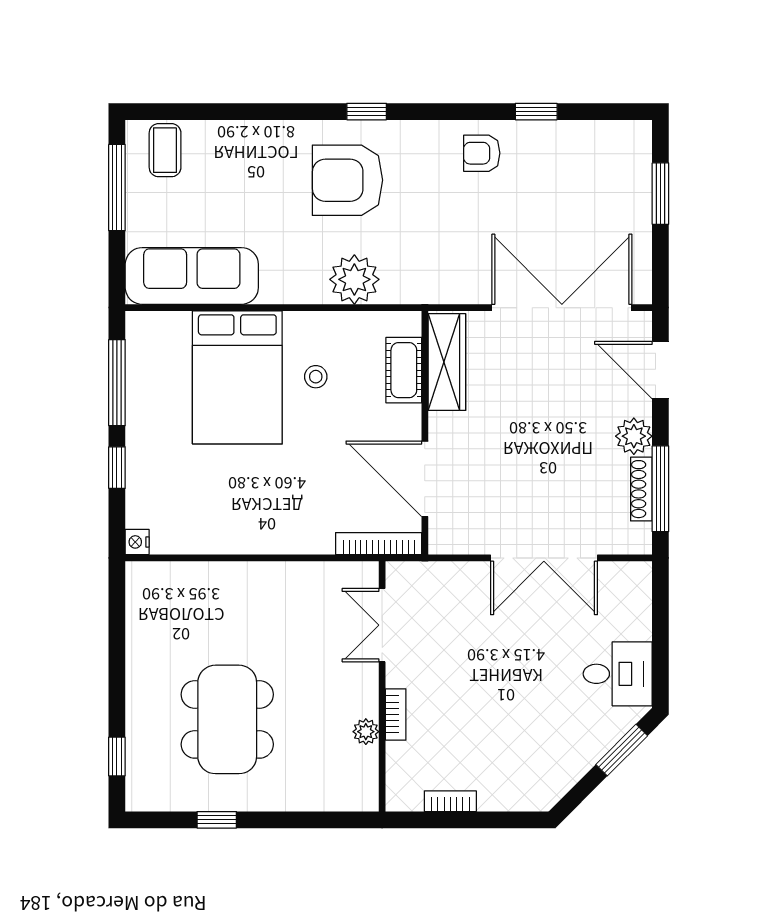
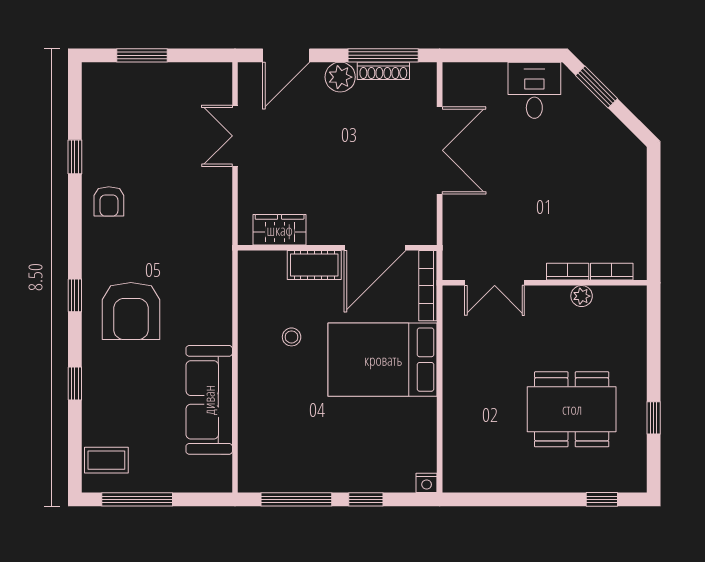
window: (259, 112) -> (75, 384), added
sofa: (192, 276) -> (209, 400), moved
plant: (354, 279) -> (212, 305), removed
double door: (562, 308) -> (235, 136), width x0.54
wardrobe: (447, 362) -> (280, 230), width x0.67
cot: (404, 370) -> (314, 265), moved
bed: (237, 377) -> (383, 360), moved, turned 180
bookcase: (450, 801) -> (612, 272), moved, turned 90

